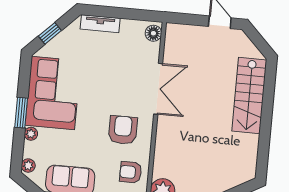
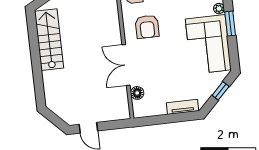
floor lamp: (153, 33) -> (137, 93), moved
stairs: (249, 95) -> (49, 40), moved

